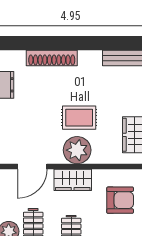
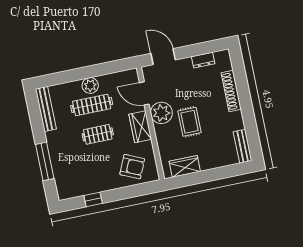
plant: (77, 150) -> (161, 113), moved
armchair: (120, 200) -> (132, 167), turned -66

